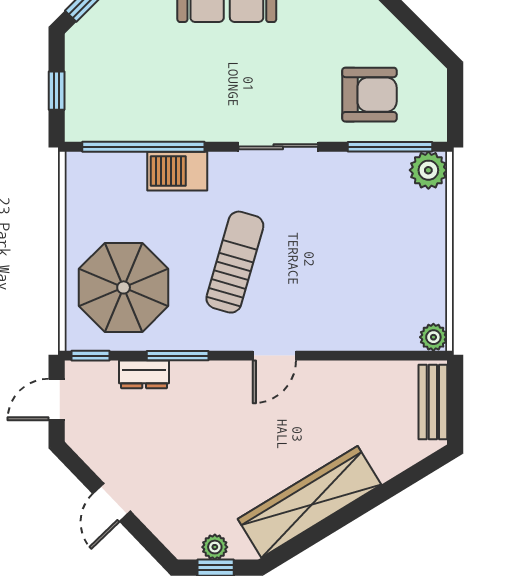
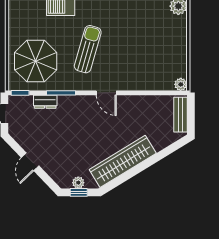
door: (274, 356) -> (106, 93), hinge flipped

